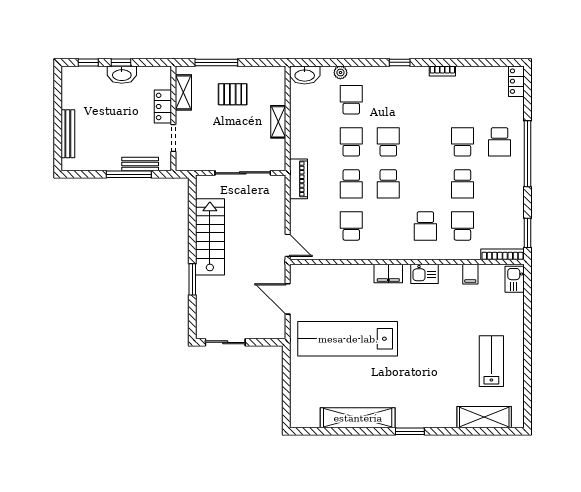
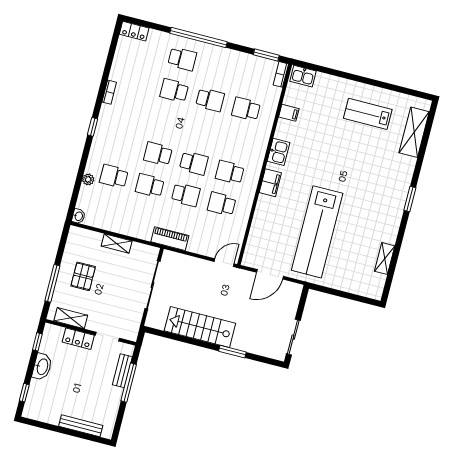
window: (121, 62) -> (37, 342), moved
washbasin: (305, 75) -> (78, 216), width x0.52, depth x0.69
school desk: (425, 226) -> (230, 172), moved, turned 180
bookcase: (502, 254) -> (281, 74), width x0.64
shelving: (358, 418) -> (385, 259), width x0.45, depth x0.75

